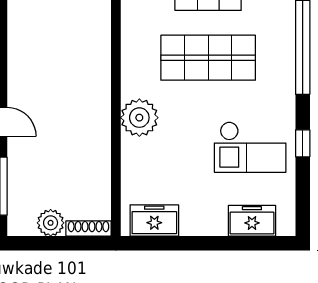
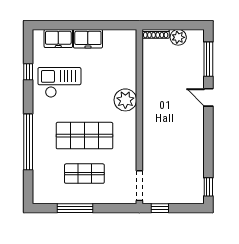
window: (303, 143) -> (28, 72), moved
freezer: (154, 221) -> (88, 39), moved

